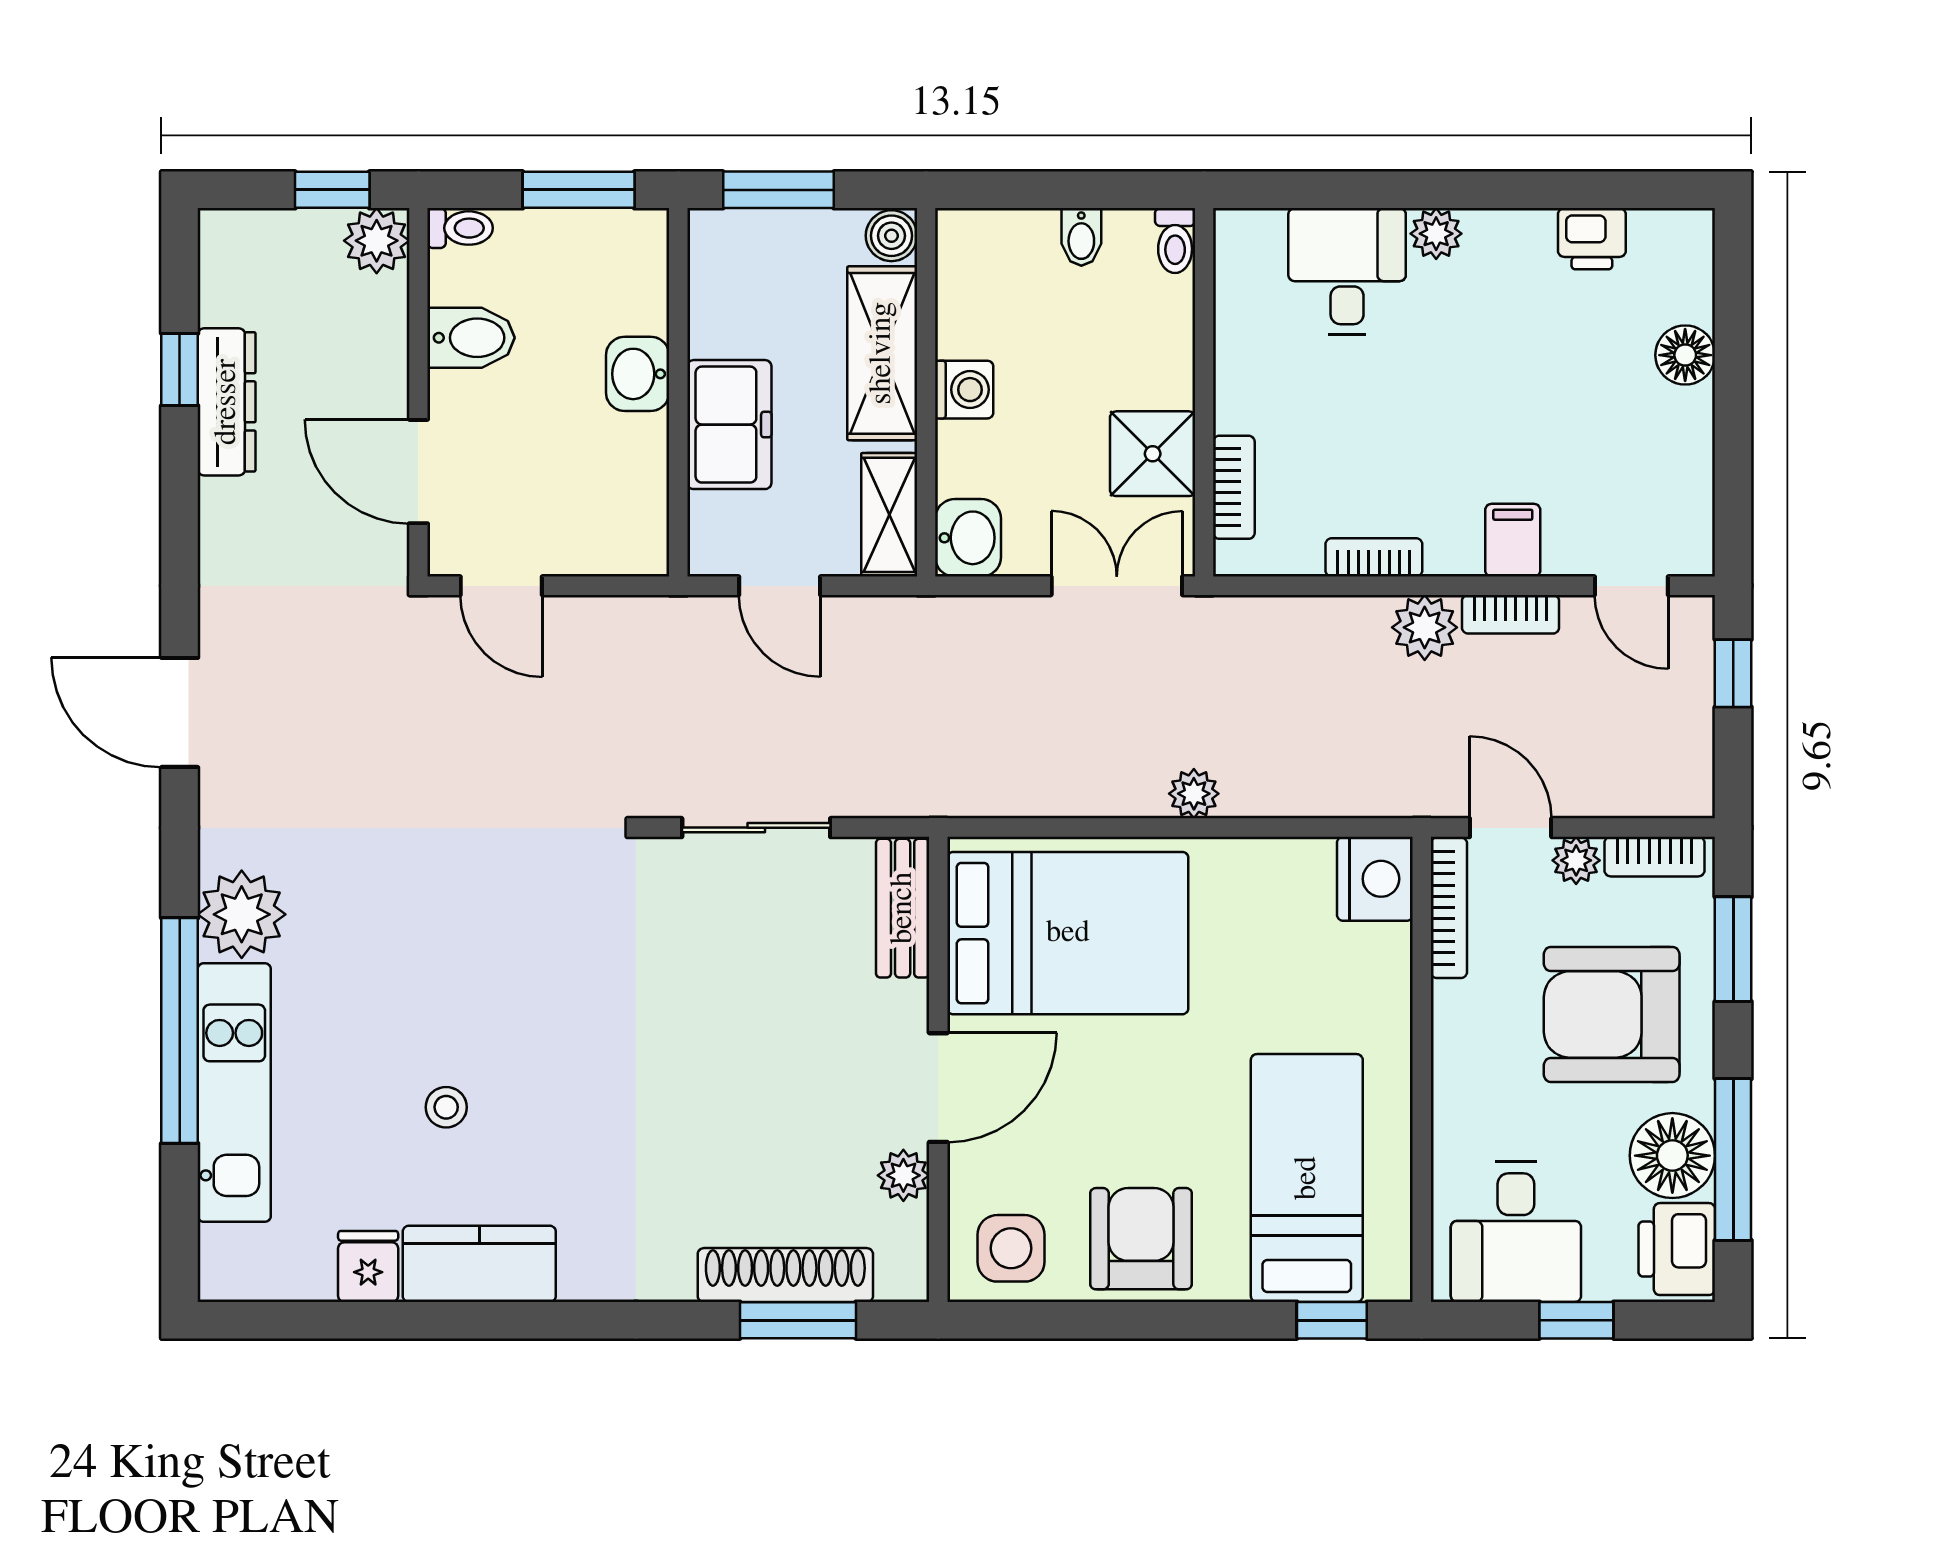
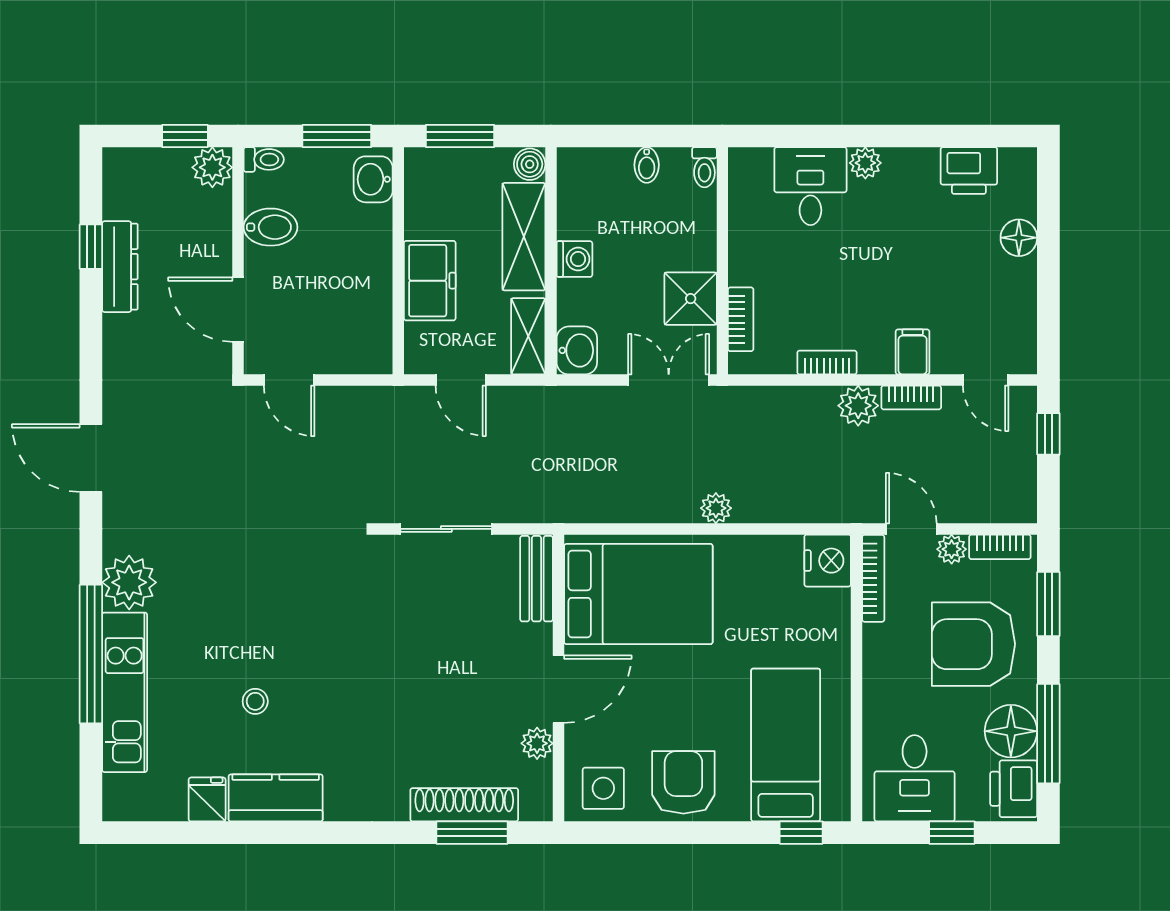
printer: (1592, 239) -> (969, 171), width x1.36, depth x1.24
washbasin: (638, 374) -> (373, 179), moved

